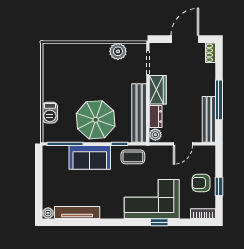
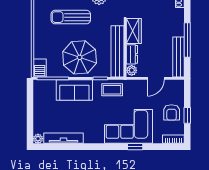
sun lounger: (86, 74) -> (71, 17), added
barbecue: (50, 113) -> (40, 68), moved
armchair: (201, 183) -> (172, 112), turned -90

